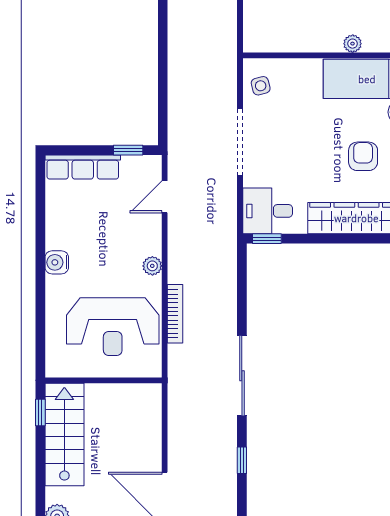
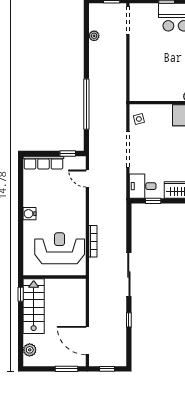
window: (163, 58) -> (86, 104), added
door: (165, 197) -> (87, 179), hinge flipped
window: (267, 239) -> (153, 201), moved
plant: (152, 266) -> (81, 216), removed
reception desk: (113, 327) -> (60, 248), turned 180

